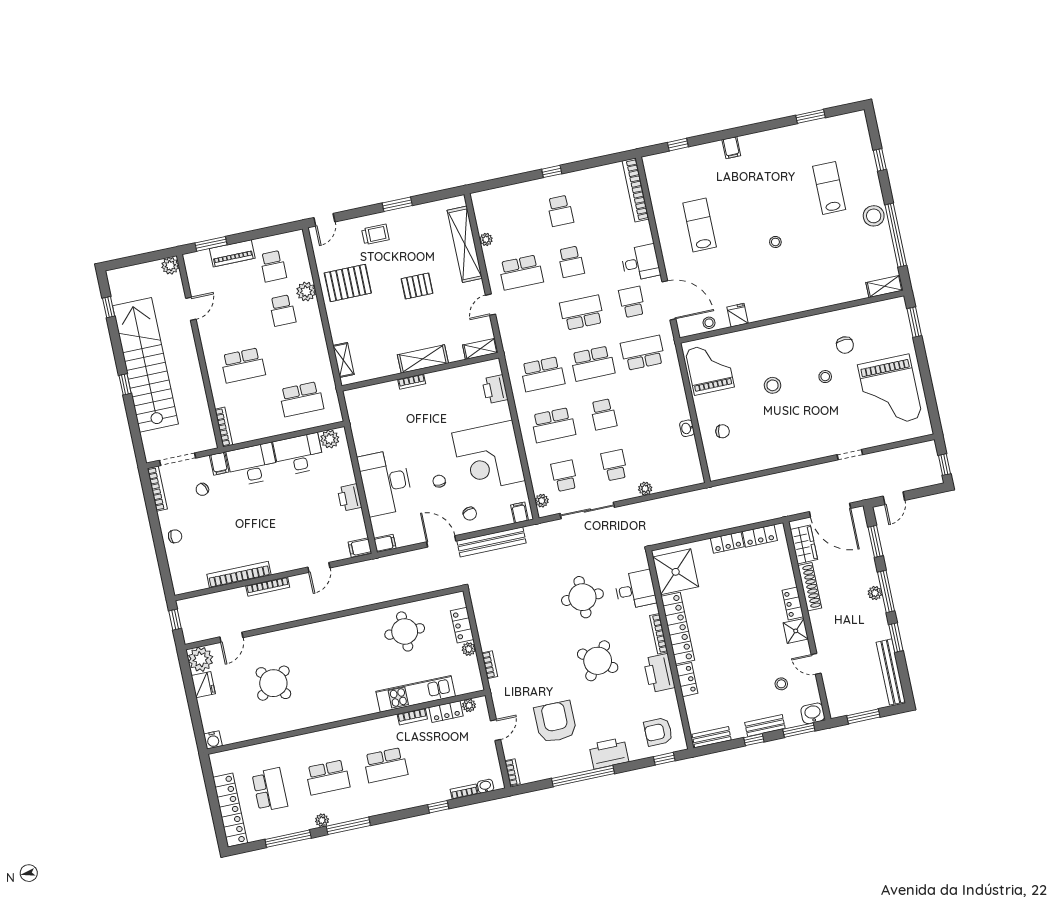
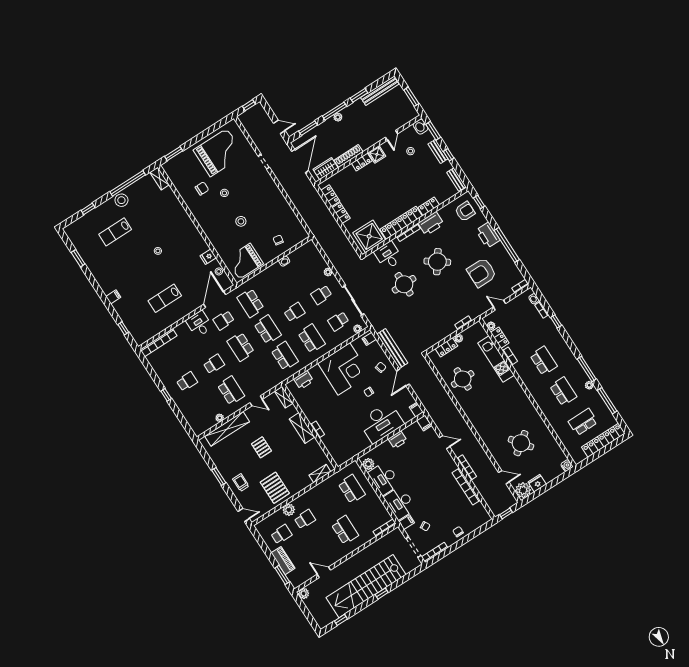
armchair: (658, 732) -> (465, 211), turned -90

